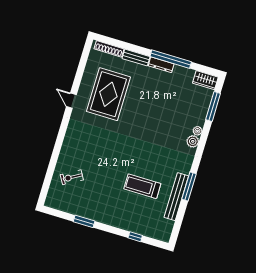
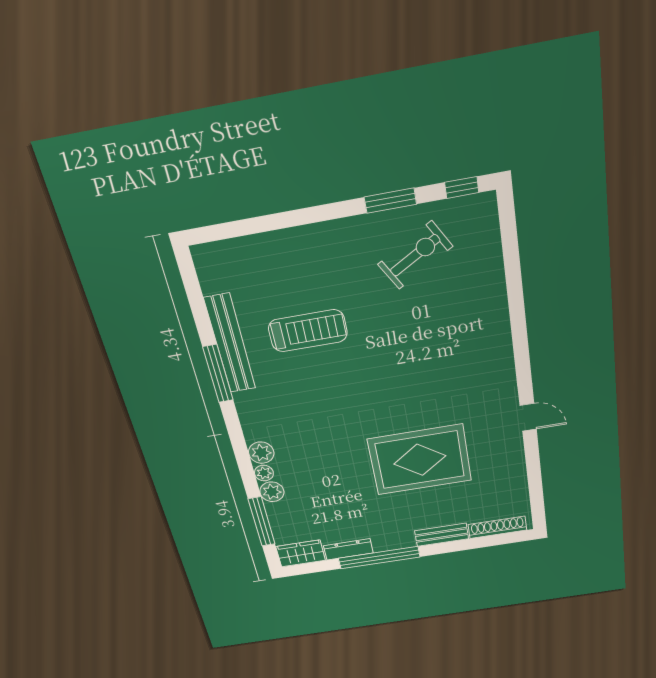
dresser: (161, 65) -> (348, 549), moved
rug: (108, 94) -> (420, 460), moved, turned 90
plant: (199, 120) -> (272, 492), added
exercise bike: (72, 177) -> (415, 255), moved, width x1.38, depth x1.39
window: (135, 237) -> (462, 187), moved

